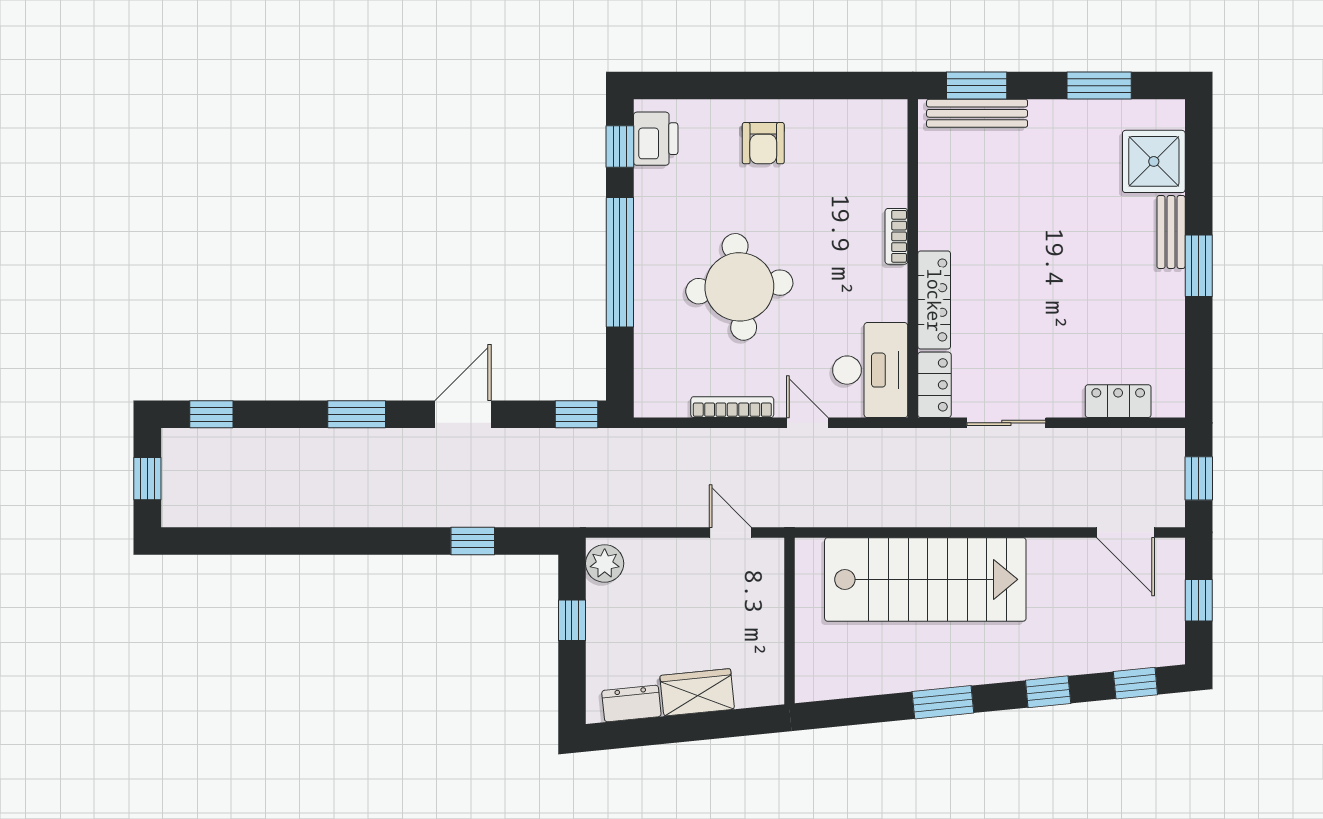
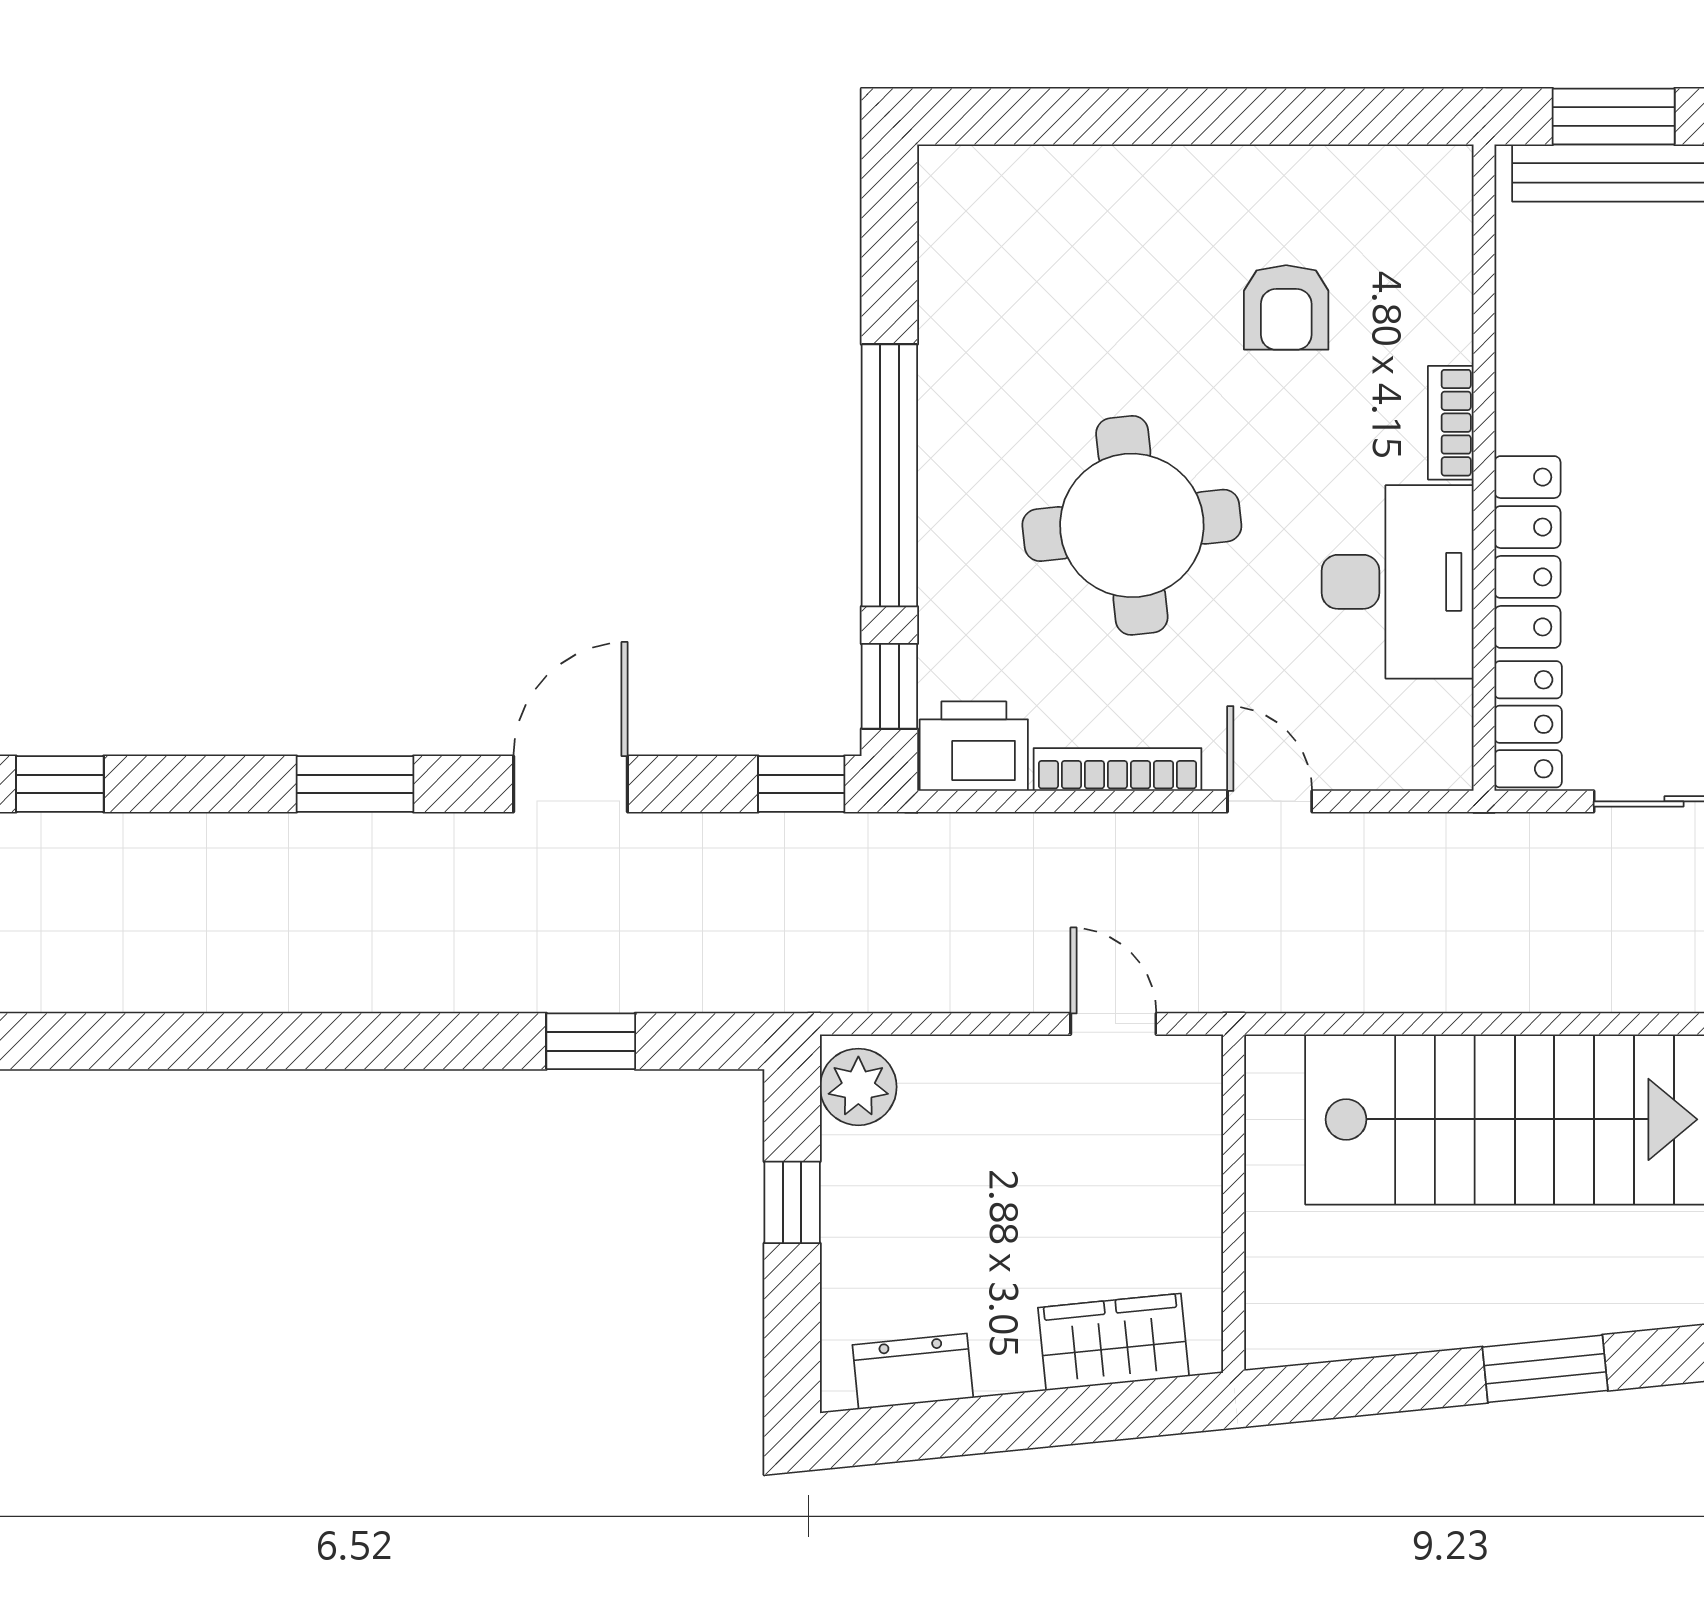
printer: (656, 139) -> (974, 746), moved, turned -90
armchair: (763, 143) -> (1286, 307), moved
window: (620, 146) -> (889, 686), moved
desk: (870, 370) -> (1398, 582), moved
wardrobe: (697, 692) -> (1114, 1342), moved

